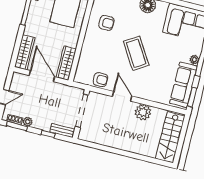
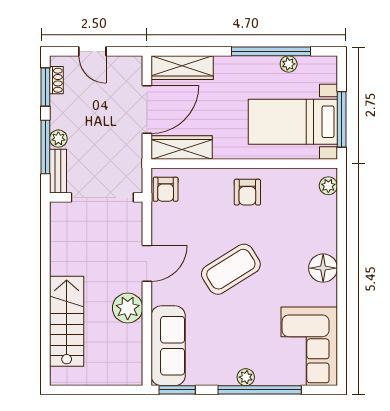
armchair: (106, 23) -> (247, 192), moved
armchair: (100, 80) -> (166, 189), moved
sofa: (183, 85) -> (168, 346), moved, turned 90
plant: (28, 122) -> (58, 139), moved
window: (48, 134) -> (45, 147), width x2.17
stairs: (170, 137) -> (67, 321), moved, turned 90

